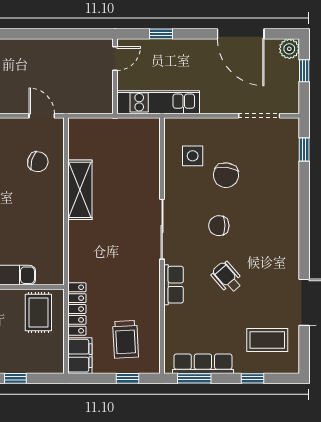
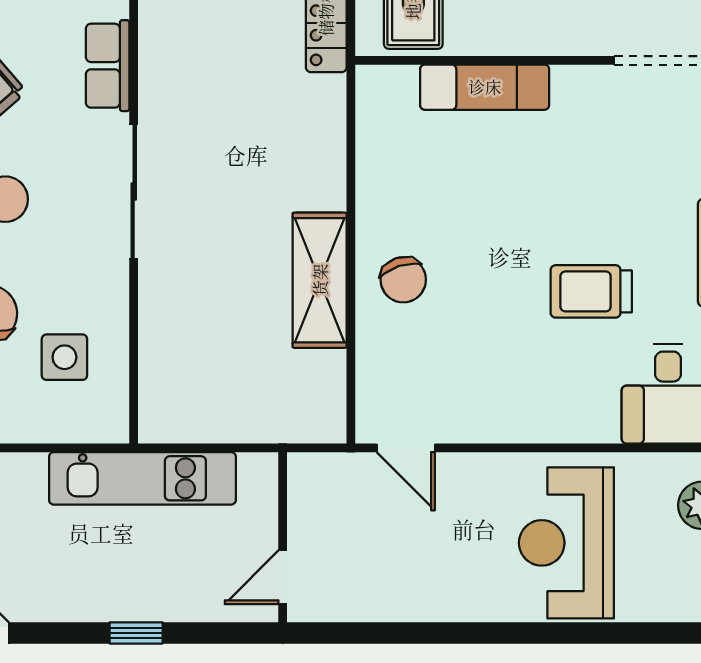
door: (115, 59) -> (283, 577), moved
wall: (115, 76) -> (283, 537), moved
chair: (38, 162) -> (403, 280), moved, turned -124

